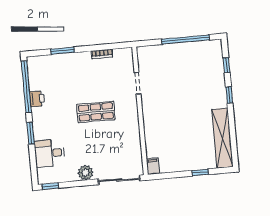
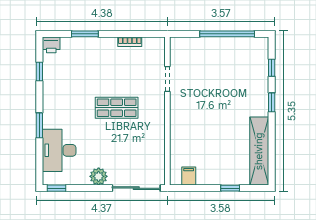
window: (26, 87) -> (39, 72), width x0.32
printer: (37, 99) -> (51, 45), moved, turned 90
desk: (50, 153) -> (59, 150), width x1.37
filing cabinet: (153, 166) -> (189, 176), moved

